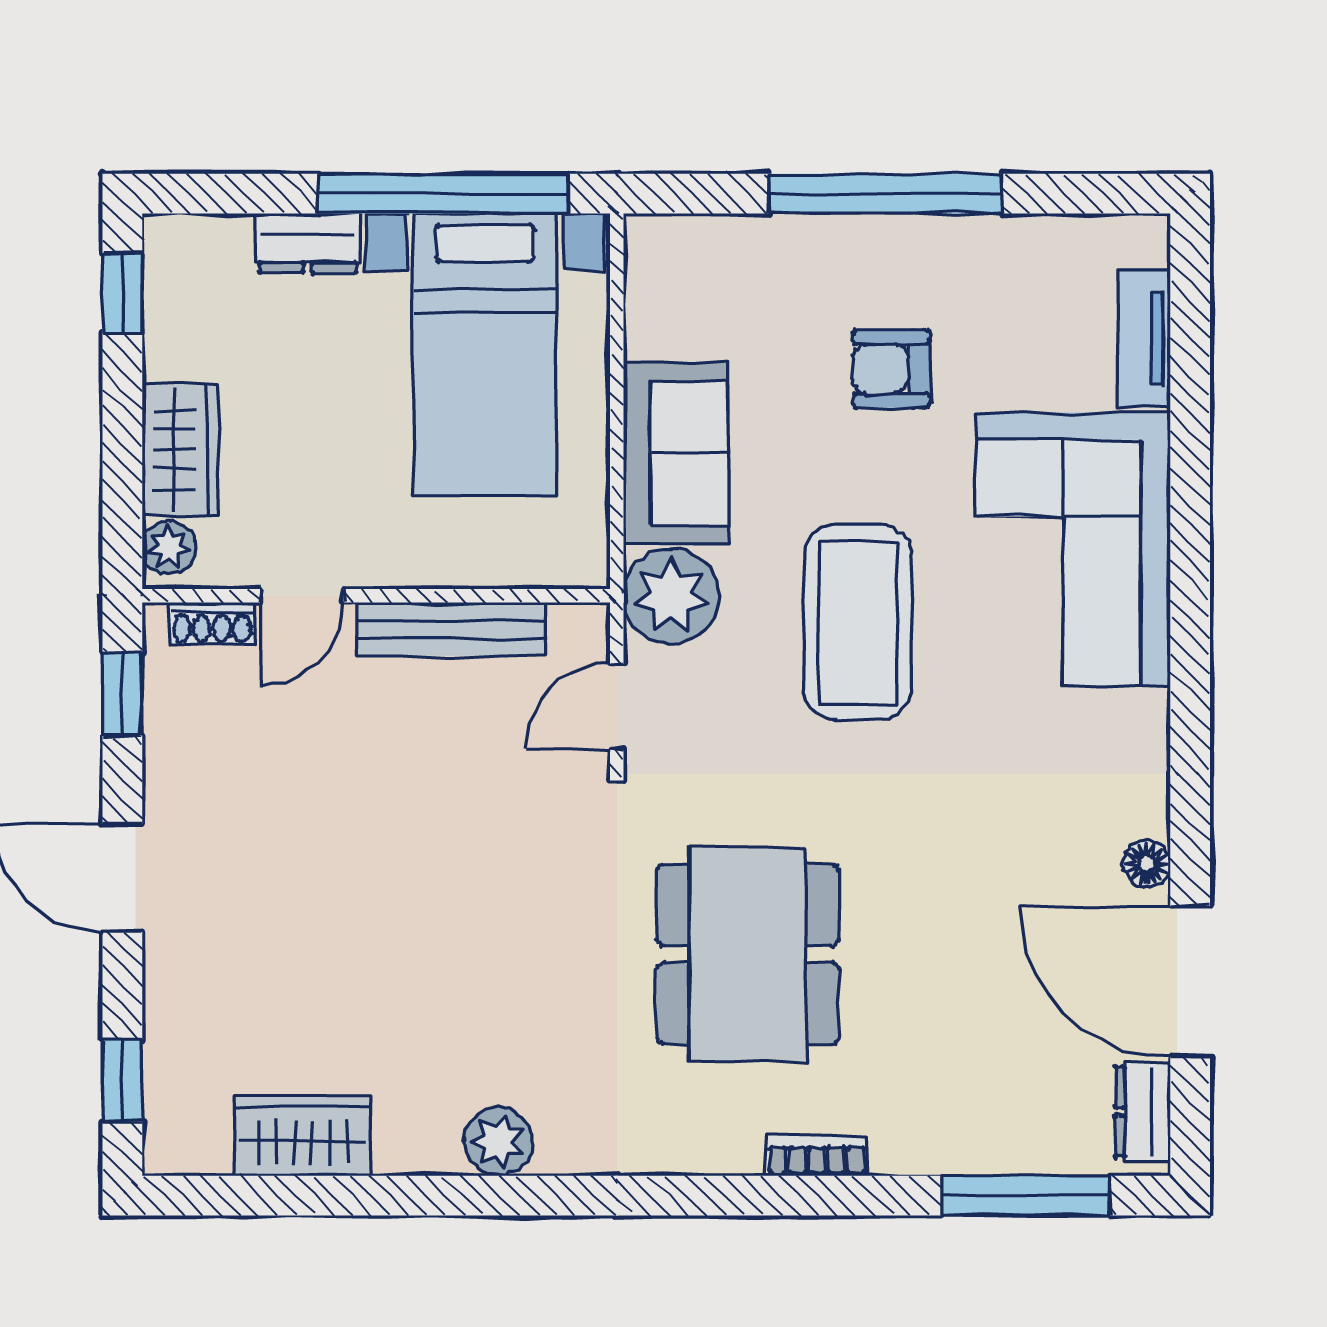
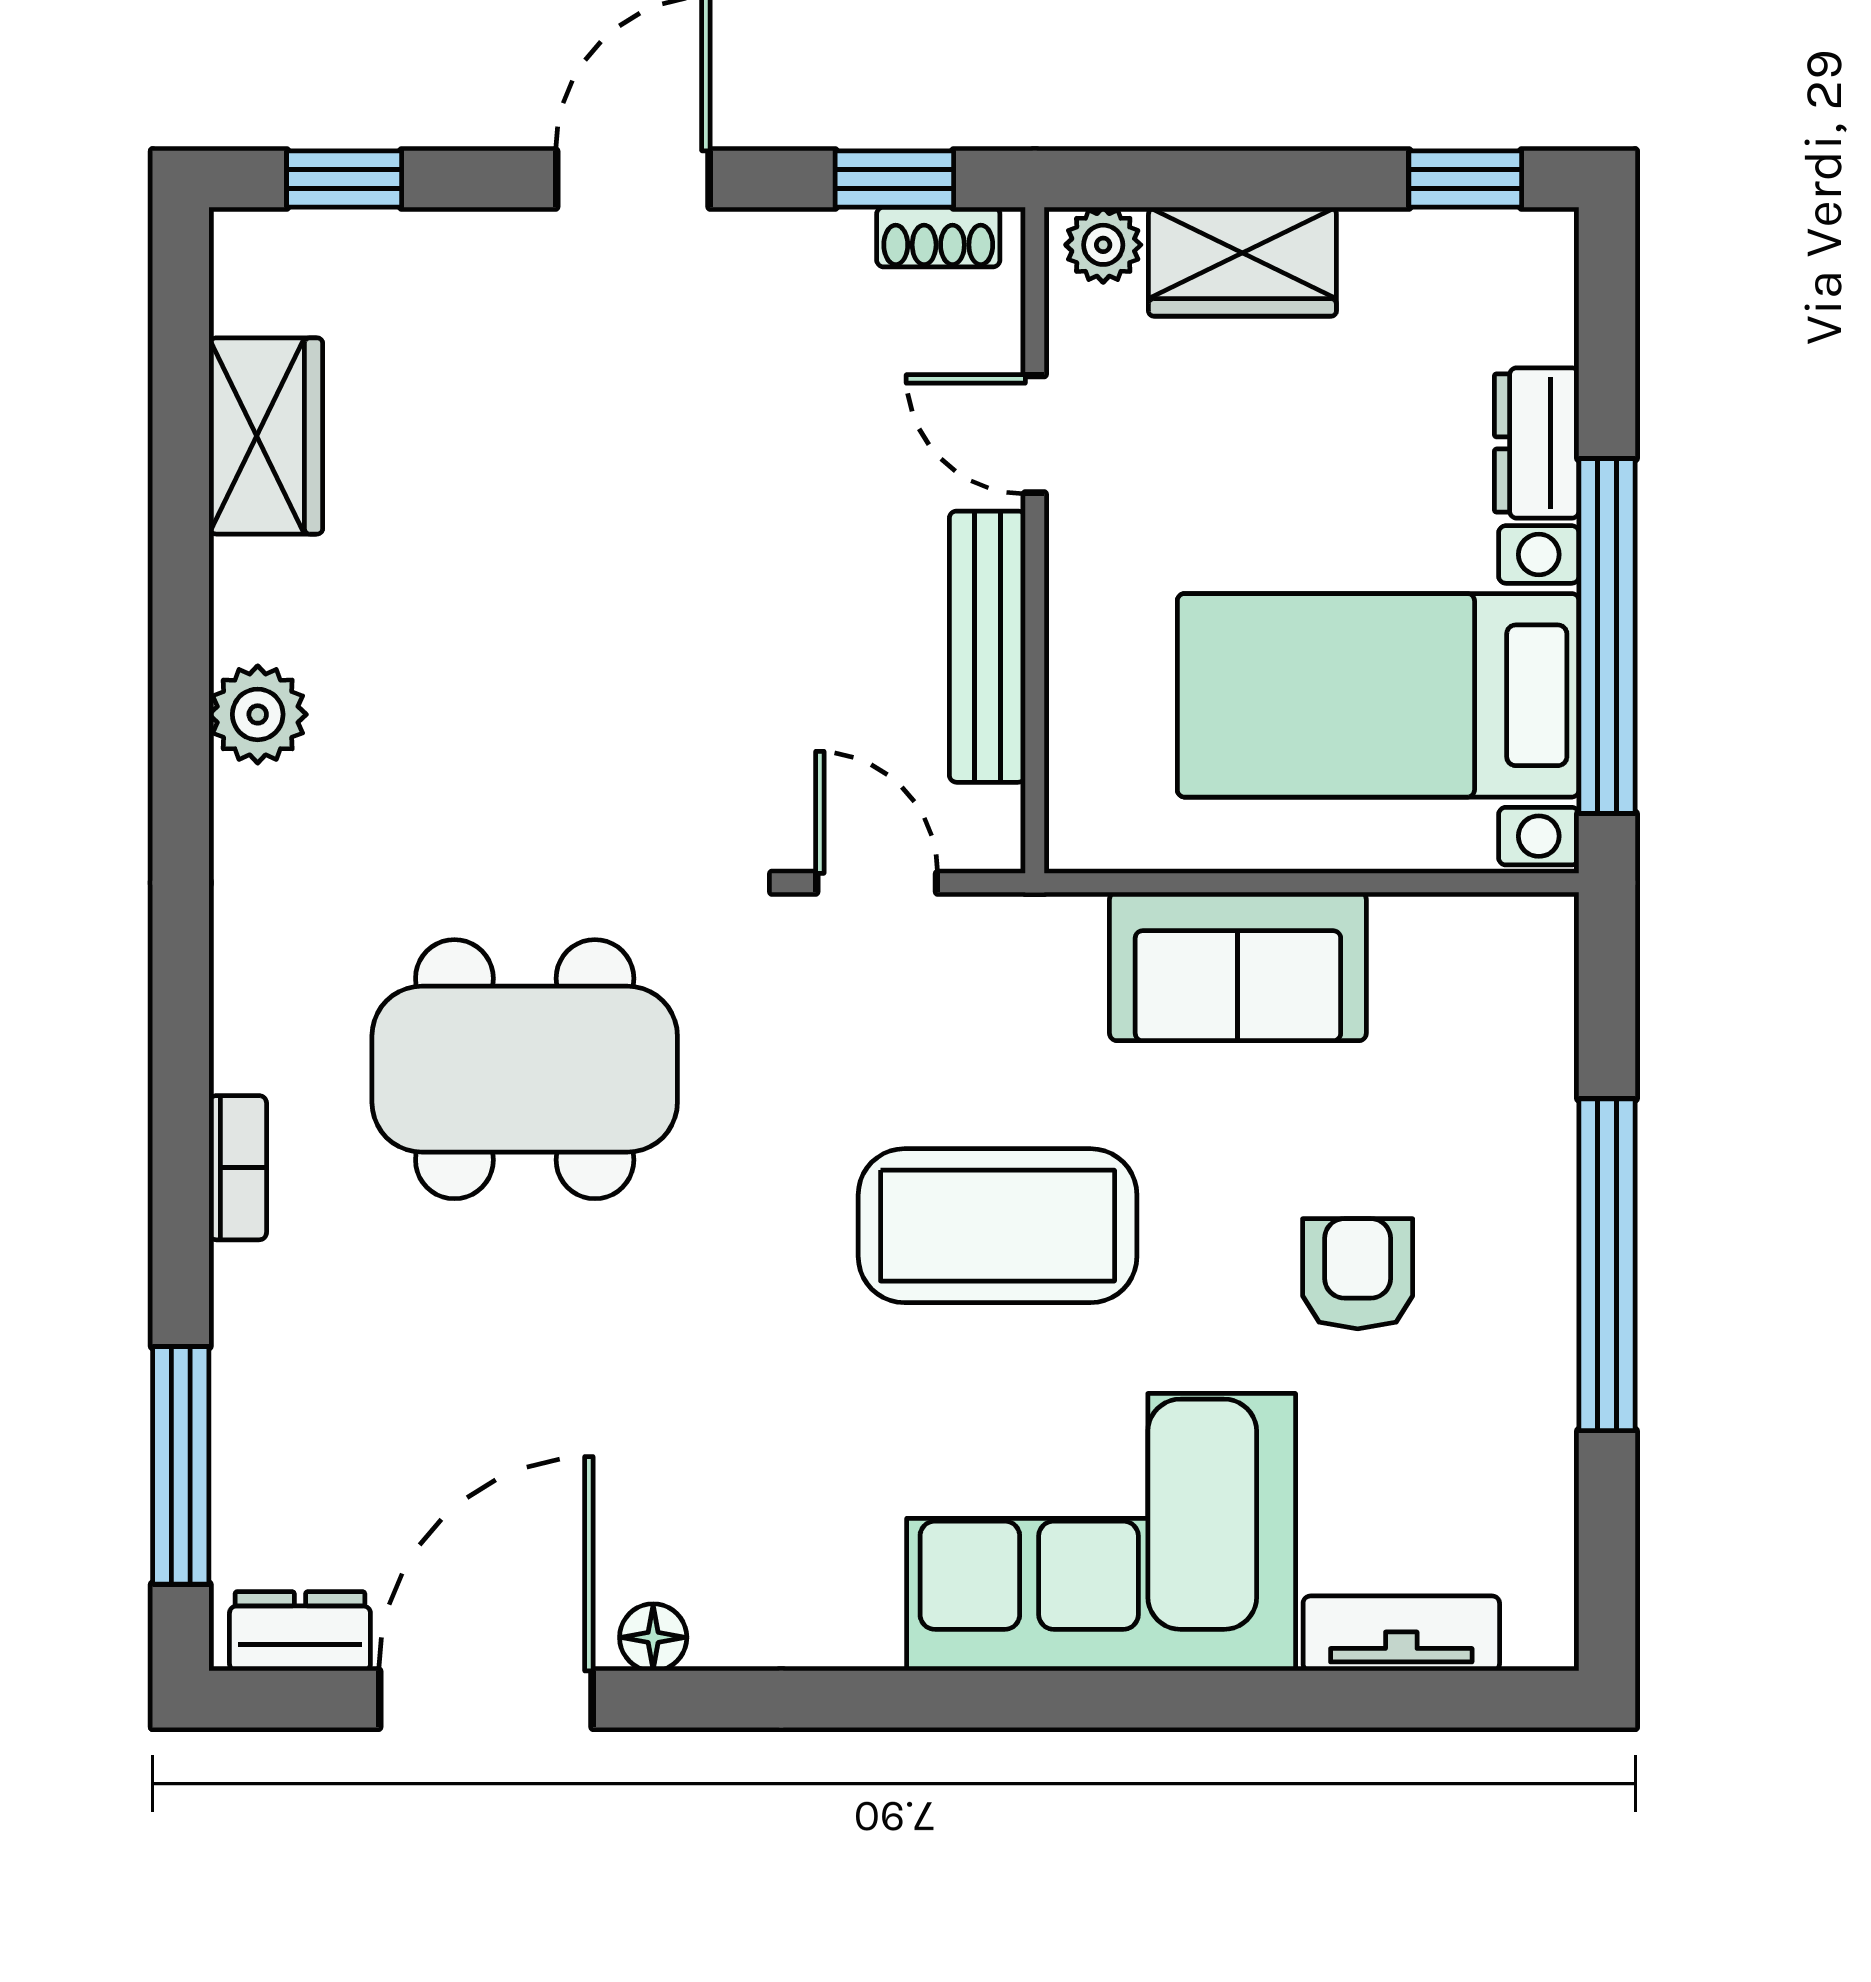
plant: (671, 596) -> (1034, 960), removed
shoe rack: (212, 623) -> (938, 237), moved, turned -90

